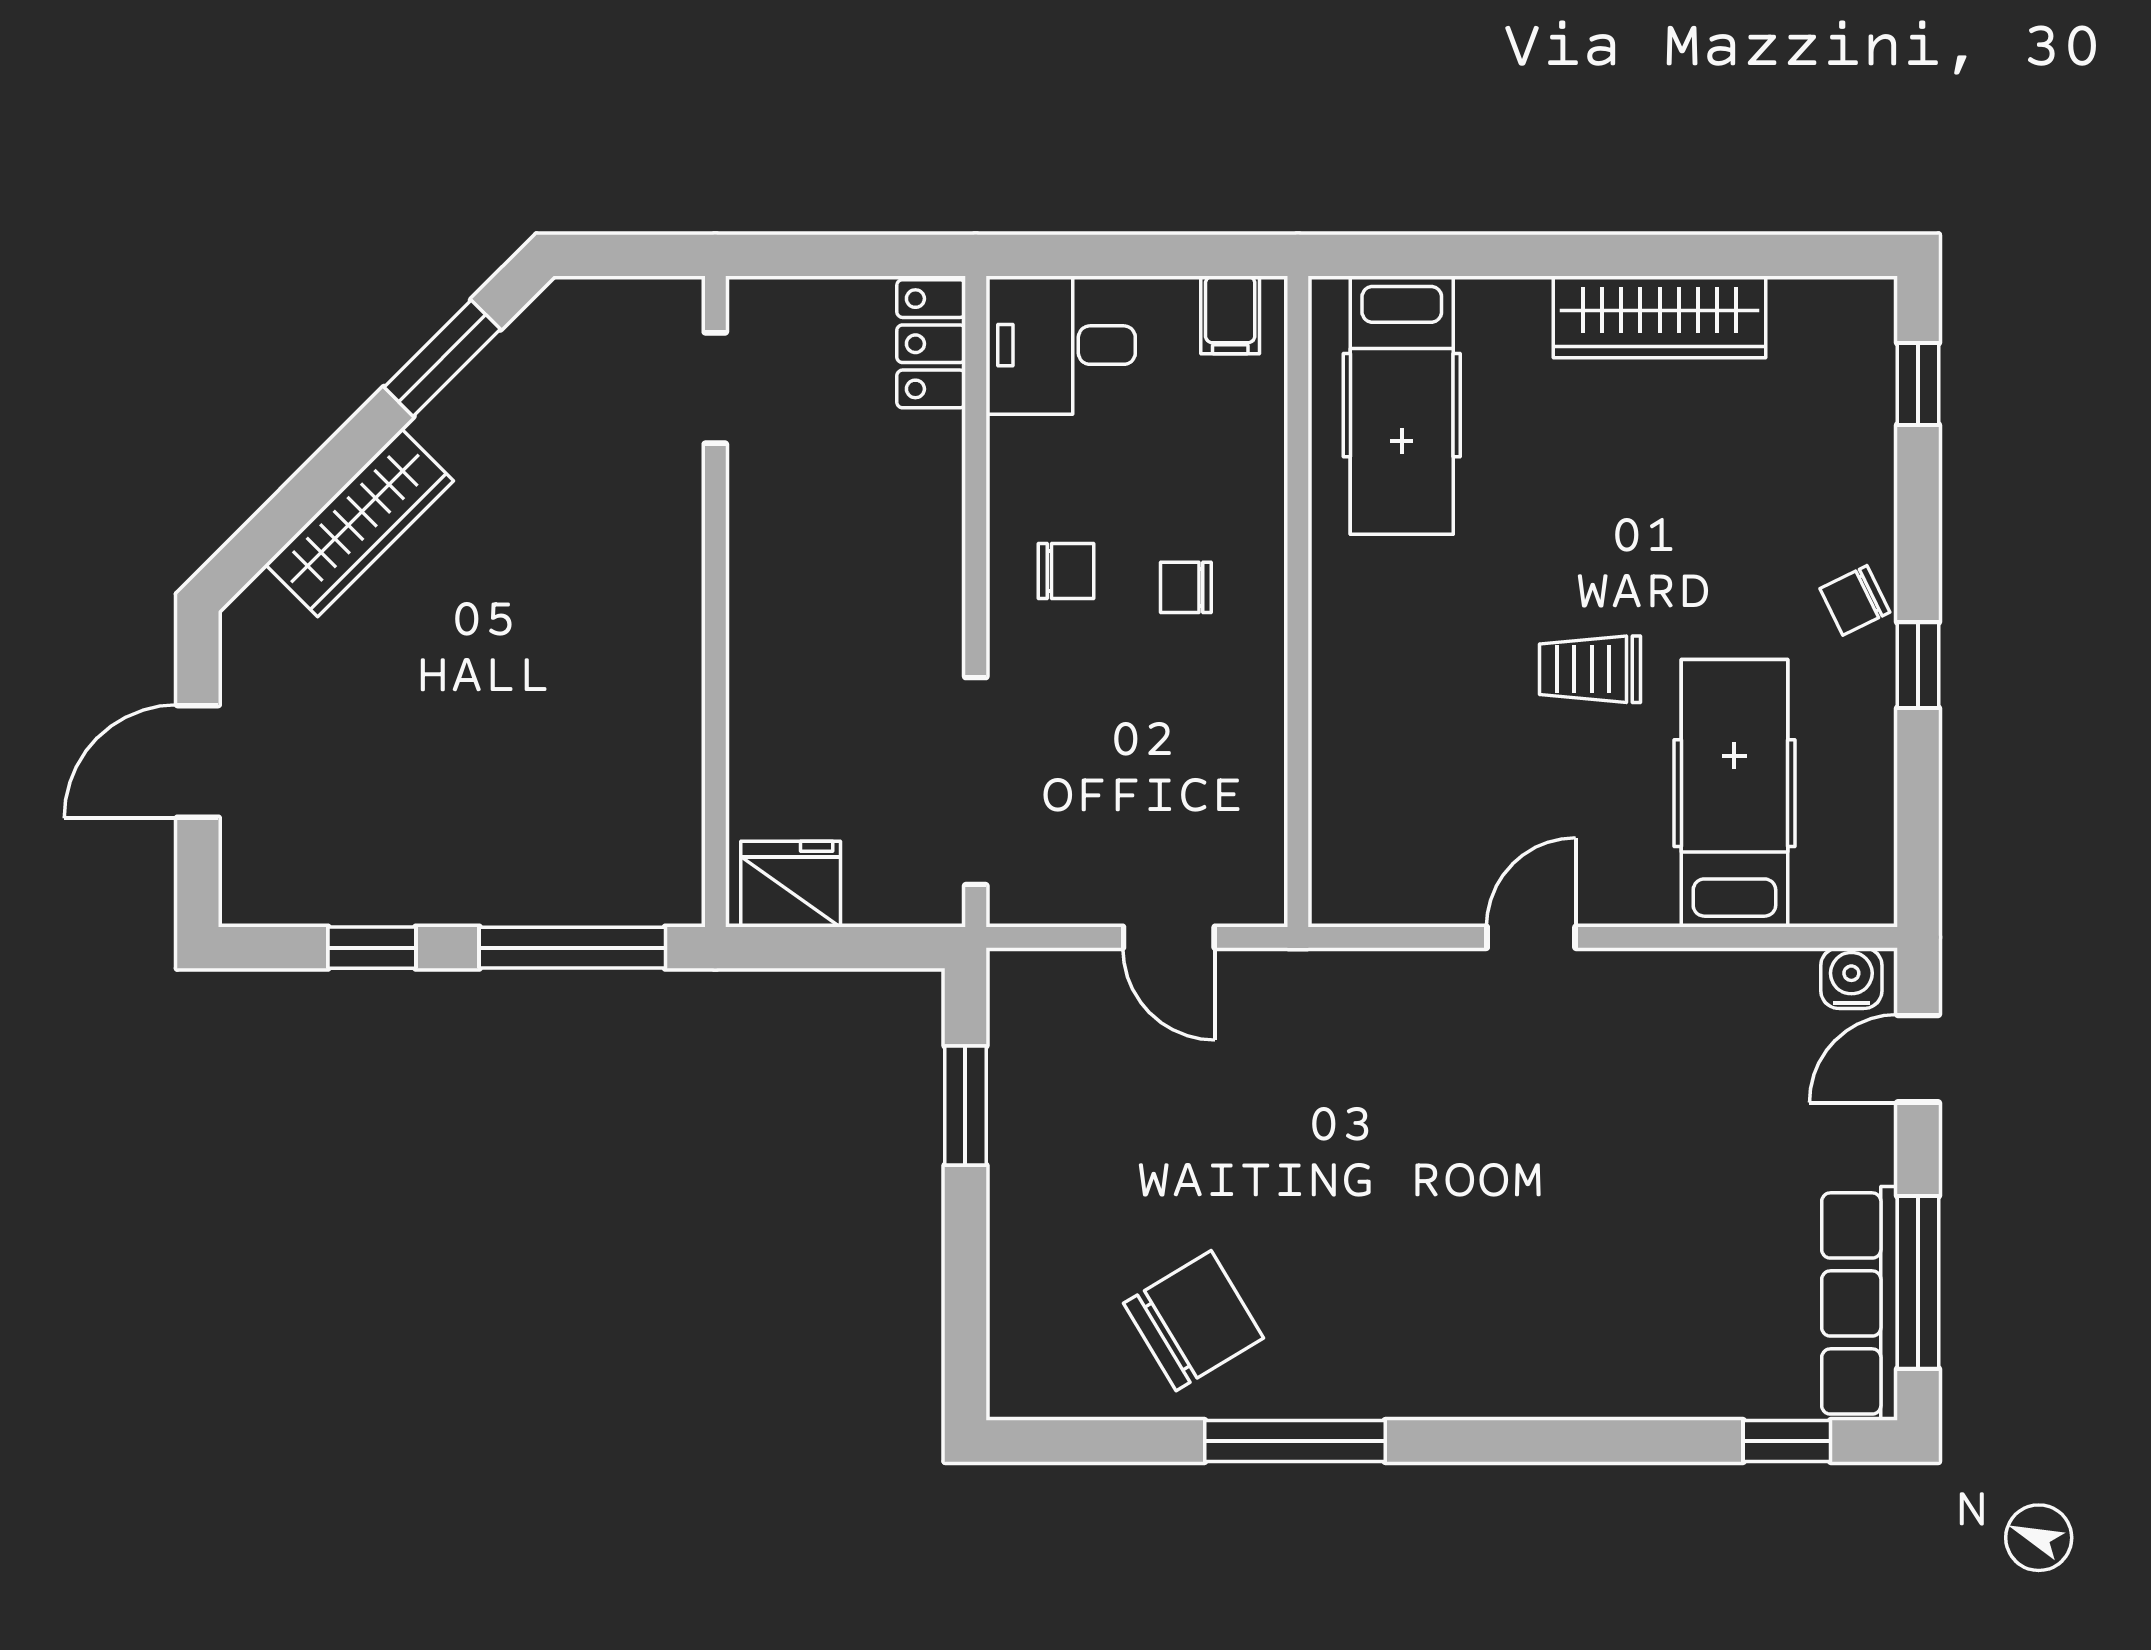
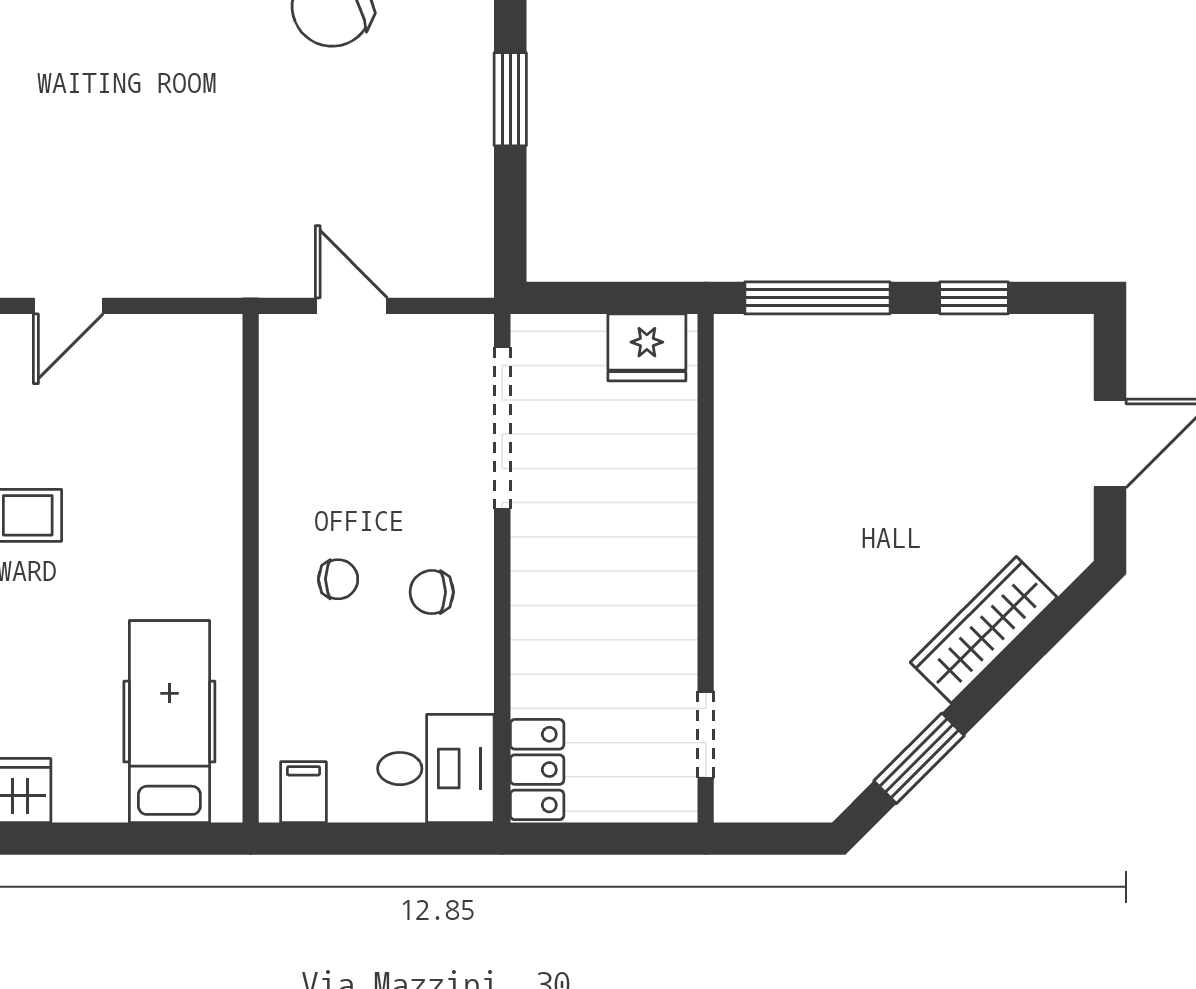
window: (965, 1106) -> (510, 99), moved

